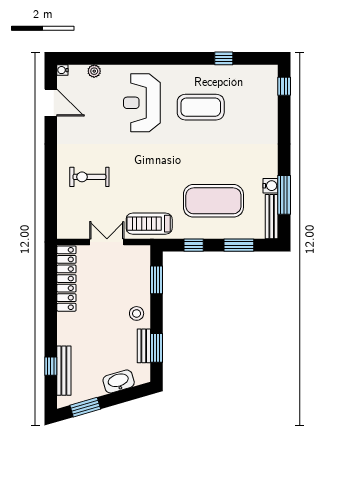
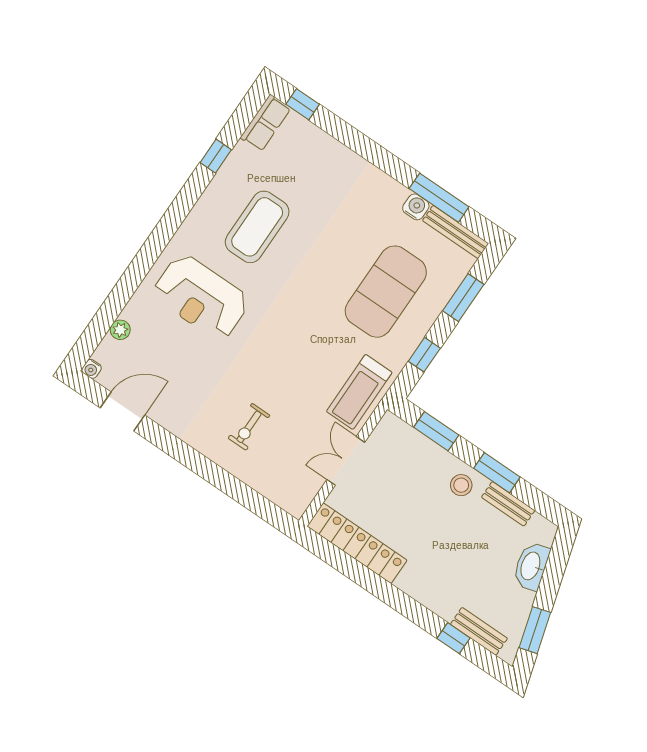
row of seats: (260, 73) -> (266, 123), added
exercise bike: (89, 177) -> (249, 427), width x0.73, depth x0.72
window: (156, 348) -> (497, 473), moved
bench: (64, 371) -> (479, 631), width x0.73

